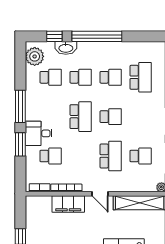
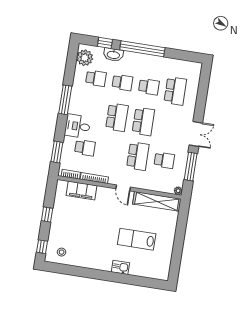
school desk: (111, 117) -> (143, 121), width x1.85
window: (20, 144) -> (57, 152), moved
filing cabinet: (68, 204) -> (82, 191), moved

